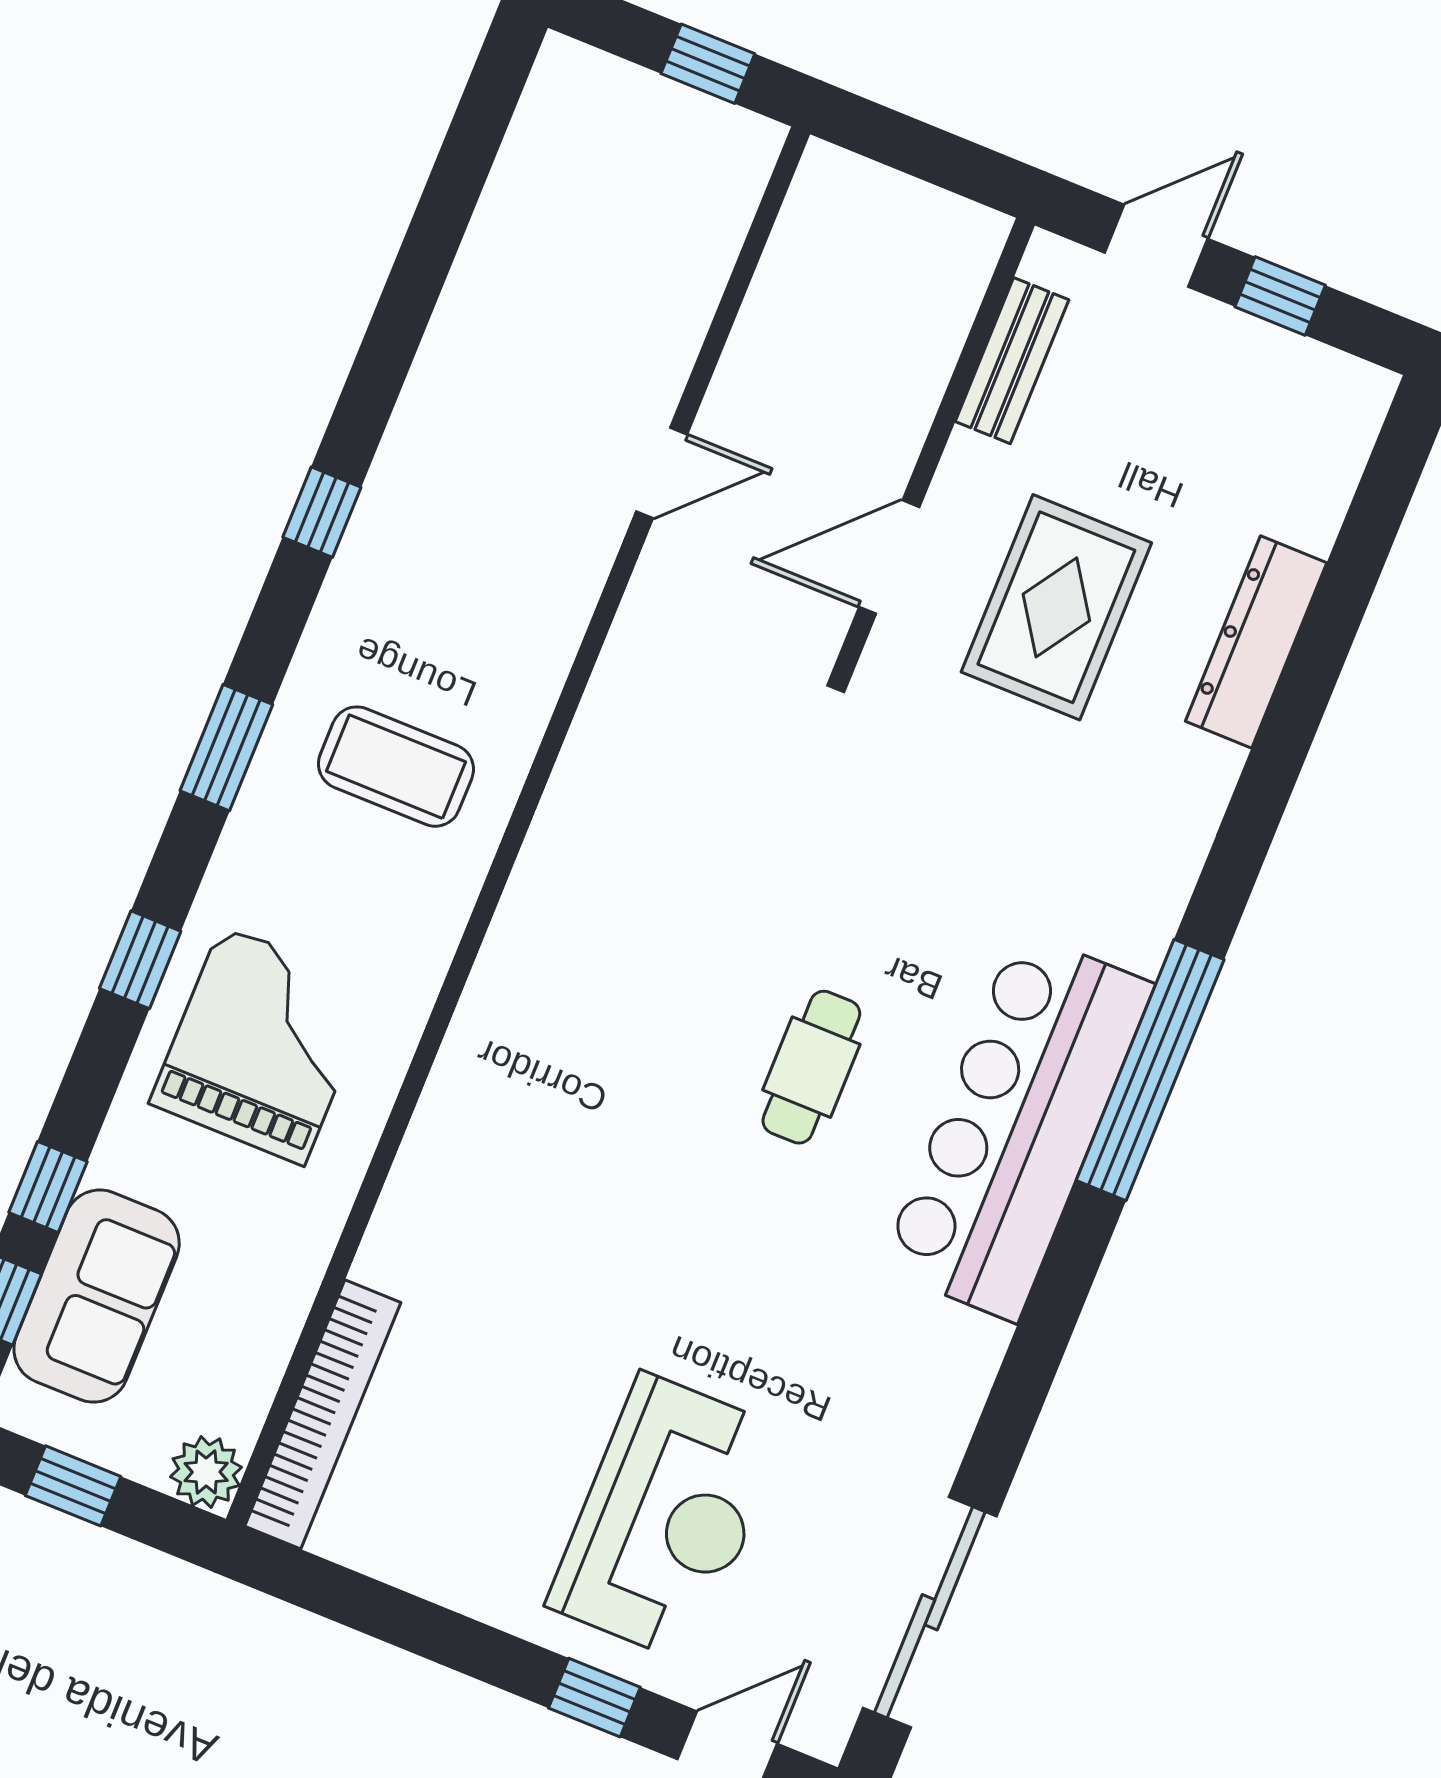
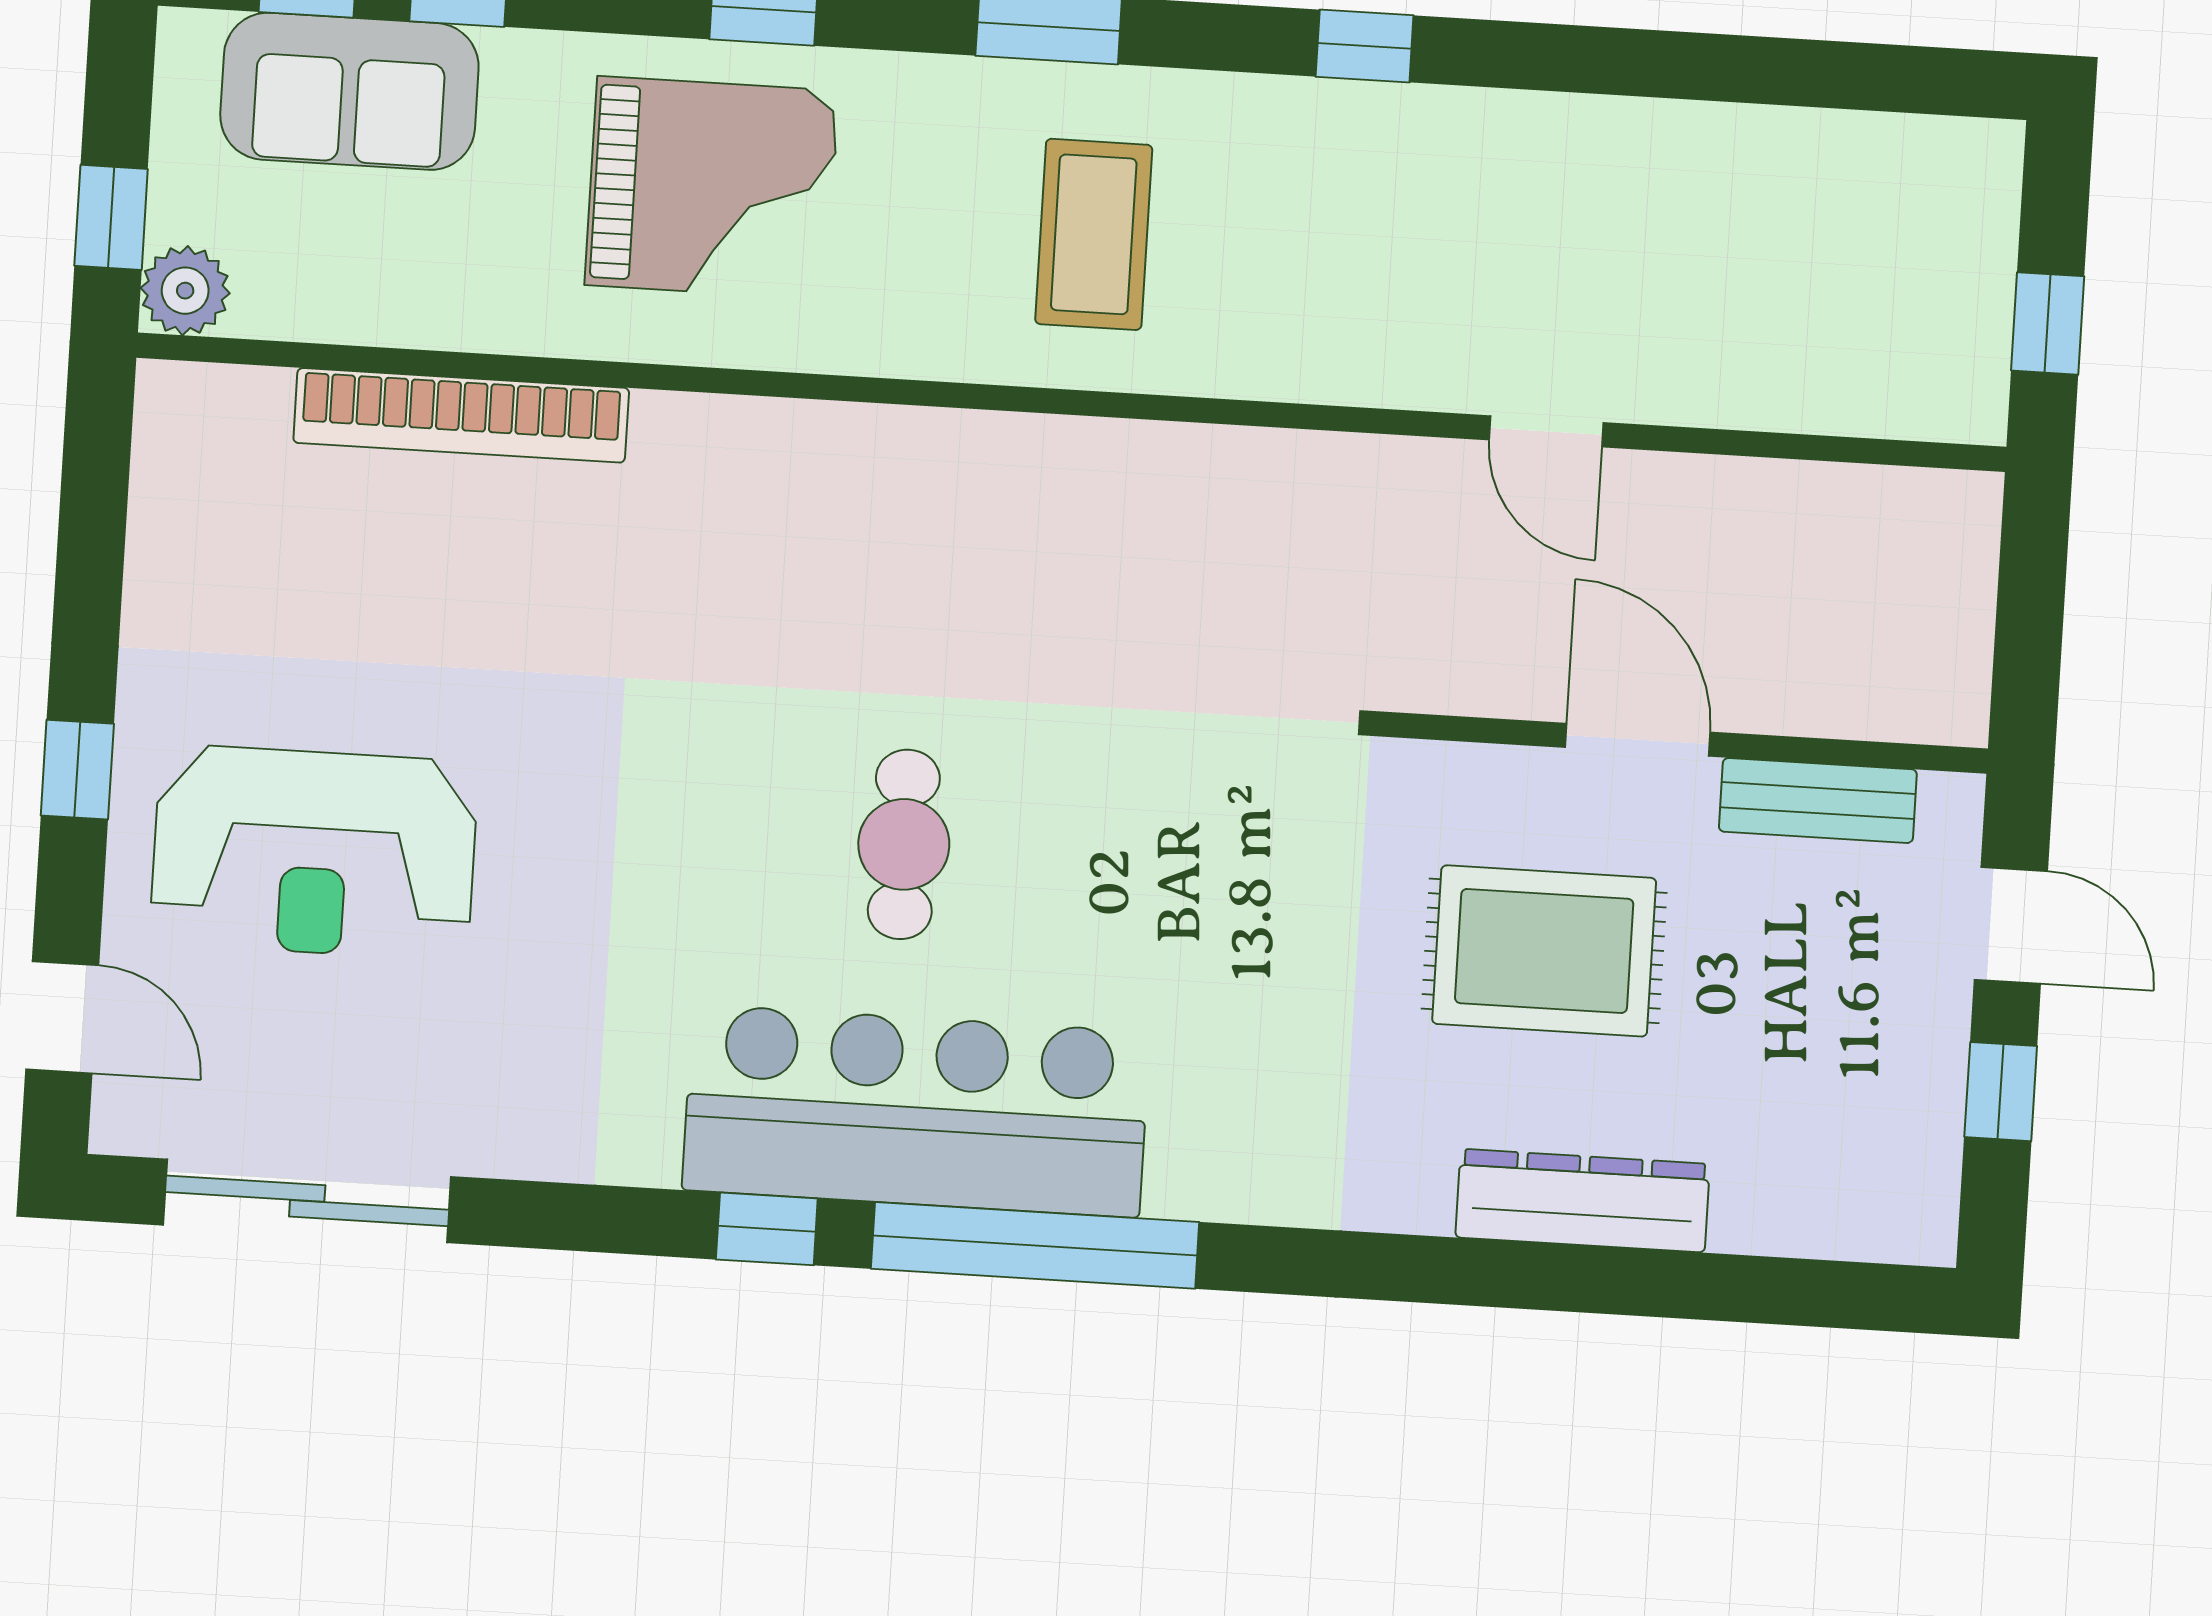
door: (889, 557) -> (1638, 740), moved
cafe table: (811, 1067) -> (904, 844), turned 90
window: (1069, 1270) -> (767, 1229), added
bookcase: (323, 1414) -> (461, 415), moved
window: (73, 1486) -> (111, 217), moved
window: (594, 1698) -> (77, 770), moved

